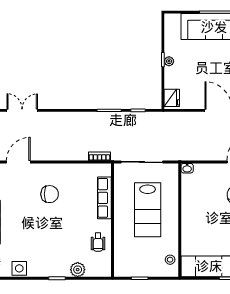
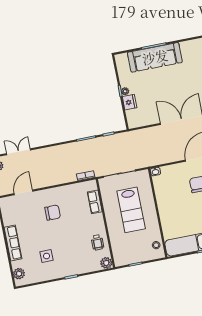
fridge: (172, 98) -> (130, 102), moved
row of seats: (104, 198) -> (95, 202), width x0.68
side table: (19, 268) -> (47, 256), moved
plant: (78, 270) -> (106, 263), moved

